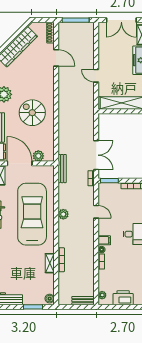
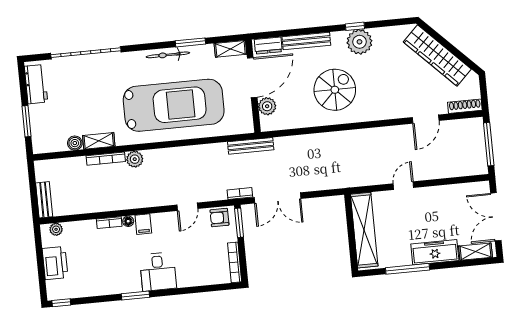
armchair: (105, 192) -> (219, 218), added
plant: (63, 214) -> (135, 159), moved
boiler: (50, 299) -> (75, 143), moved

